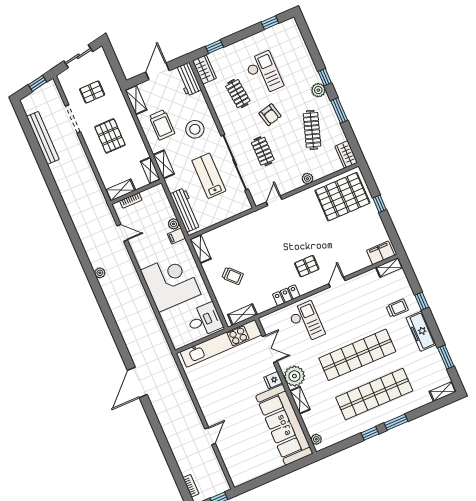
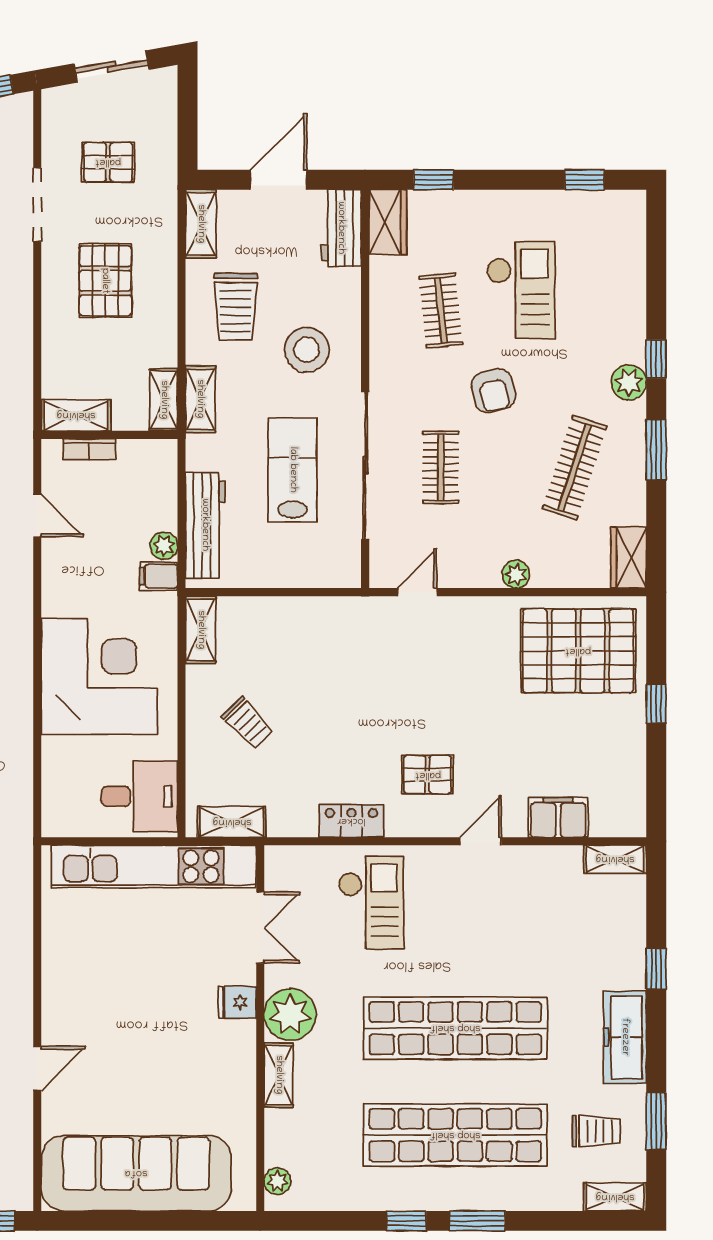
filing cabinet: (381, 253) -> (558, 817), moved
trolley: (397, 308) -> (596, 1131), moved
sofa: (284, 425) -> (136, 1173), moved, turned 90

